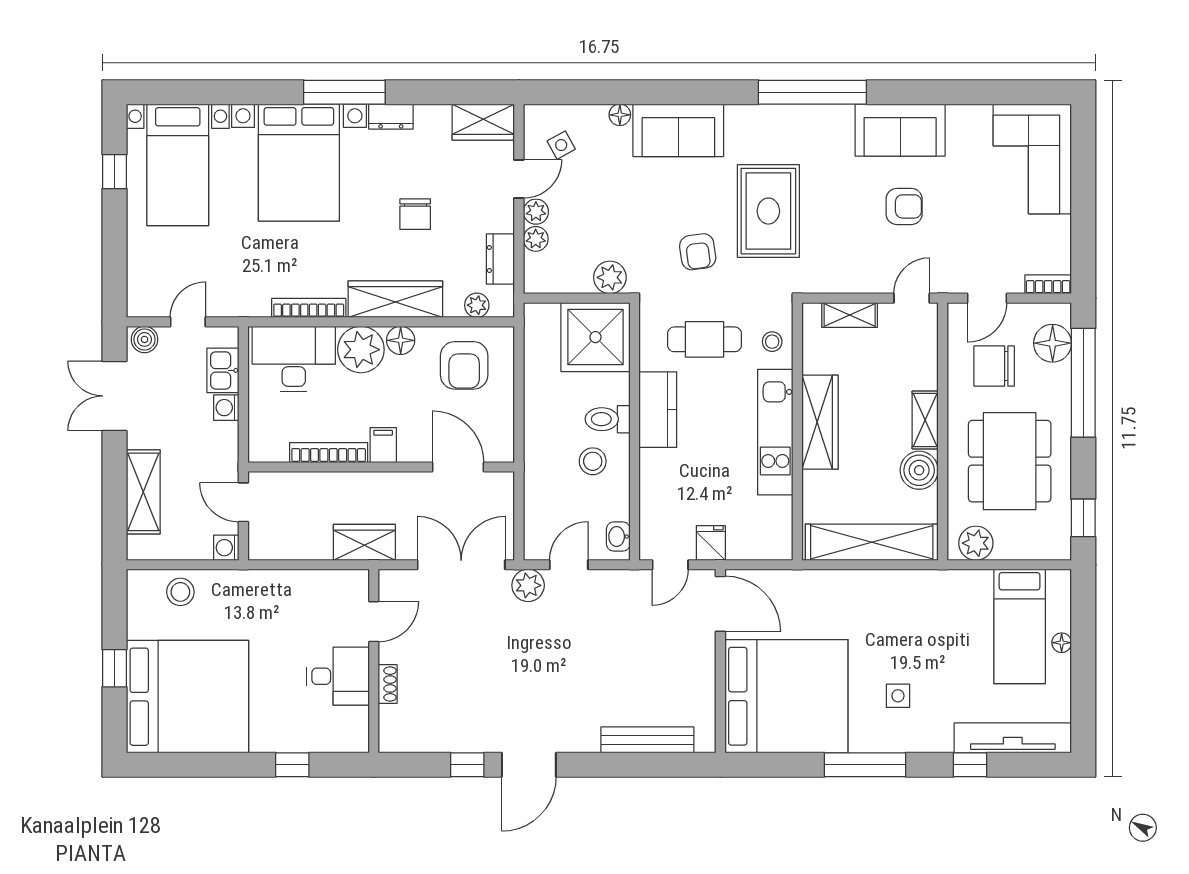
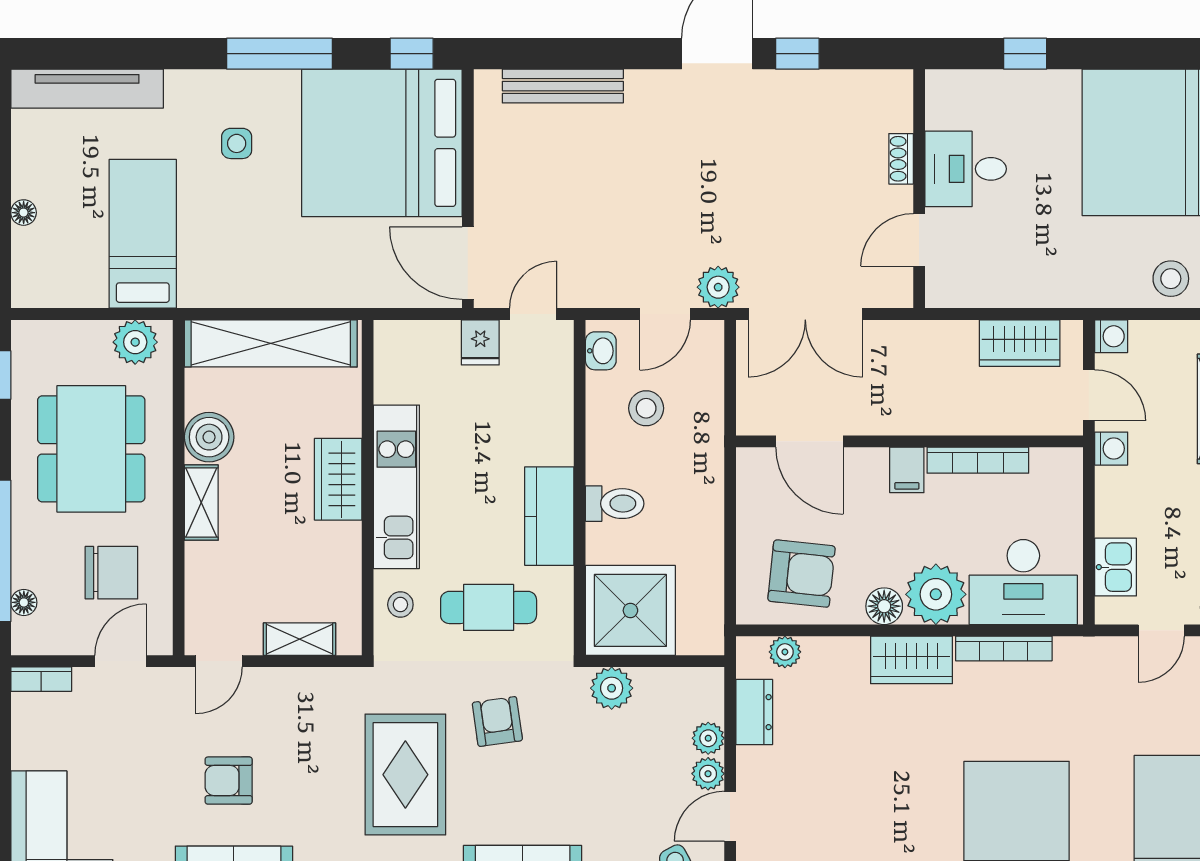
chair: (415, 214) -> (865, 770), removed
wardrobe: (395, 299) -> (911, 660), width x0.67
floor lamp: (1053, 343) -> (24, 602), width x0.53, depth x0.53
armchair: (464, 365) -> (801, 574), turned 96
washing machine: (226, 408) -> (1111, 449), moved
wardrobe: (820, 422) -> (338, 479), width x0.67
stool: (593, 461) -> (646, 408), moved
wardrobe: (364, 542) -> (1020, 343), moved
bed: (1020, 626) -> (143, 234), moved
window: (970, 765) -> (412, 54), moved

